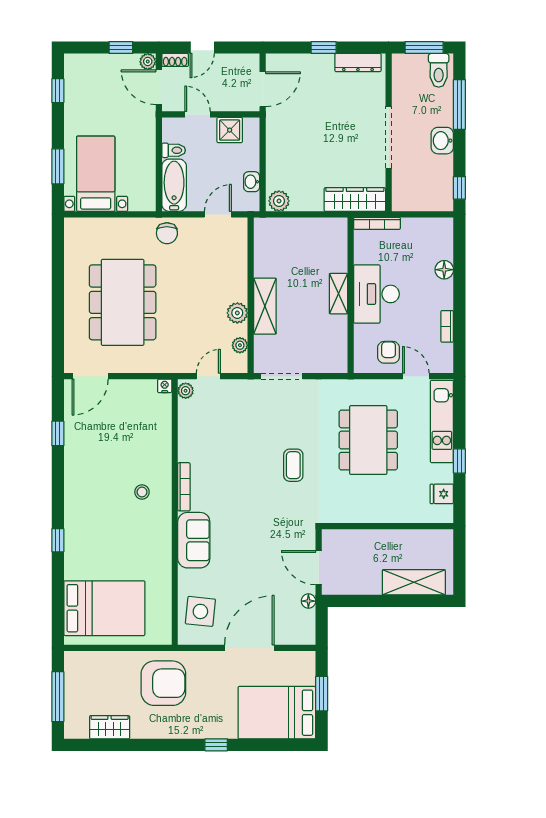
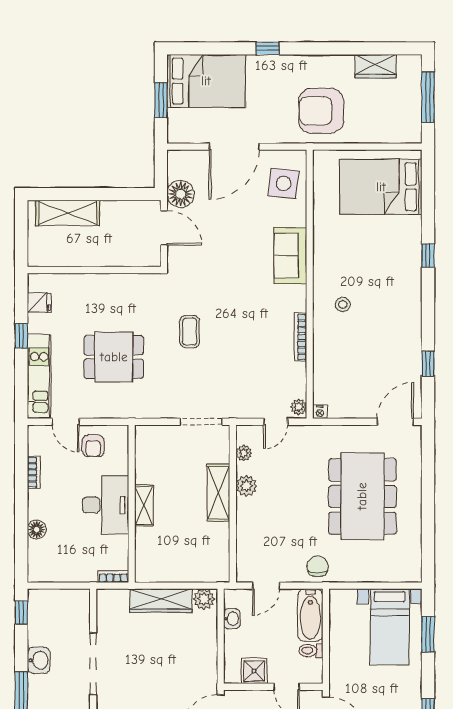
wardrobe: (355, 199) -> (161, 601), moved
bookcase: (377, 223) -> (113, 577), width x0.64
dining table: (368, 440) -> (114, 357), width x0.73
bookcase: (184, 487) -> (300, 337), moved
floor lamp: (308, 601) -> (181, 194), width x1.89, depth x1.89

